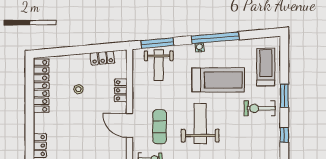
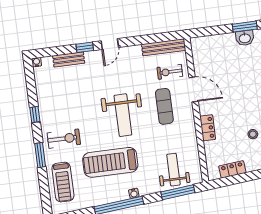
locker: (121, 90) -> (208, 128), moved
door: (130, 126) -> (194, 89), moved

